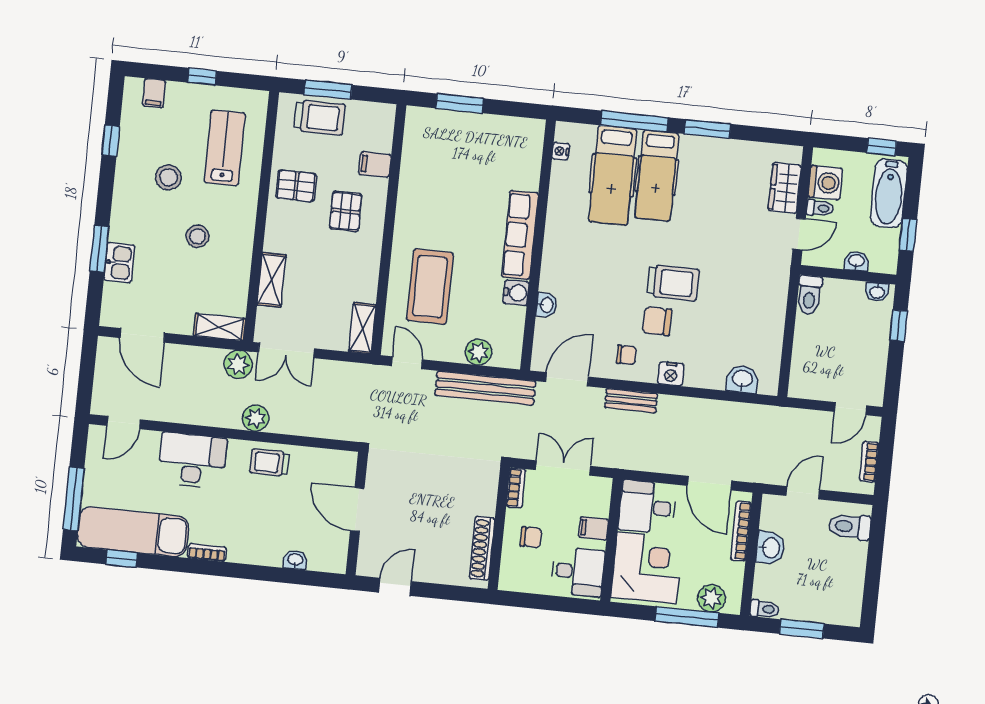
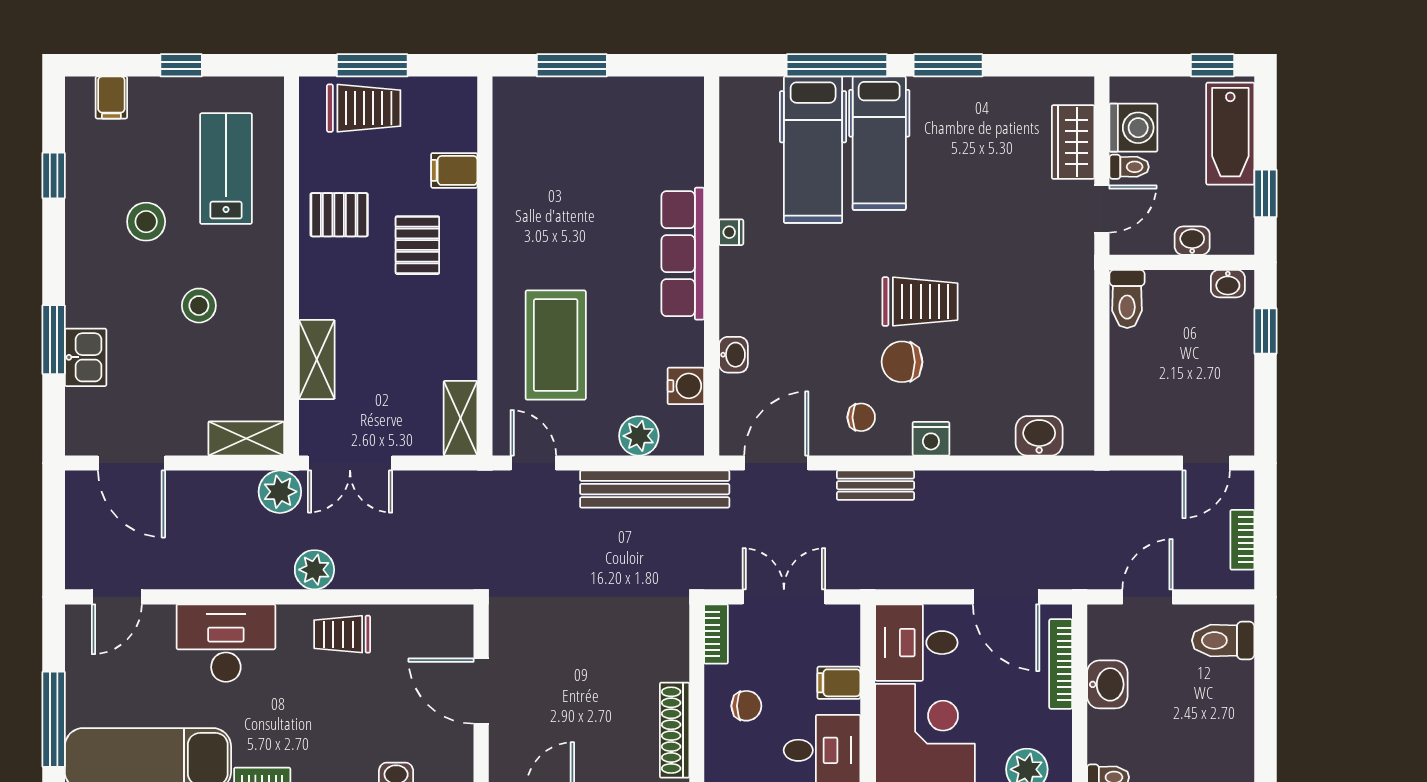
nightstand: (561, 151) -> (731, 232), moved
water cooler: (516, 293) -> (686, 386), moved

